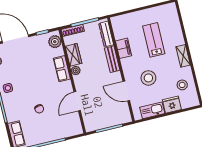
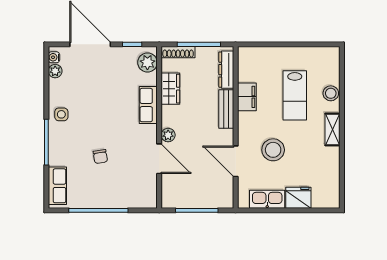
lab bench: (154, 40) -> (295, 95), turned 180
plant: (76, 71) -> (168, 135), moved
stool: (182, 85) -> (331, 93), moved
door: (77, 101) -> (159, 159), swing flipped

